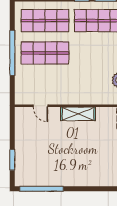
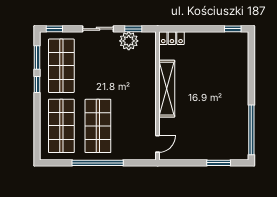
door: (41, 106) -> (158, 144), moved
shelving: (78, 114) -> (167, 89), width x1.47

